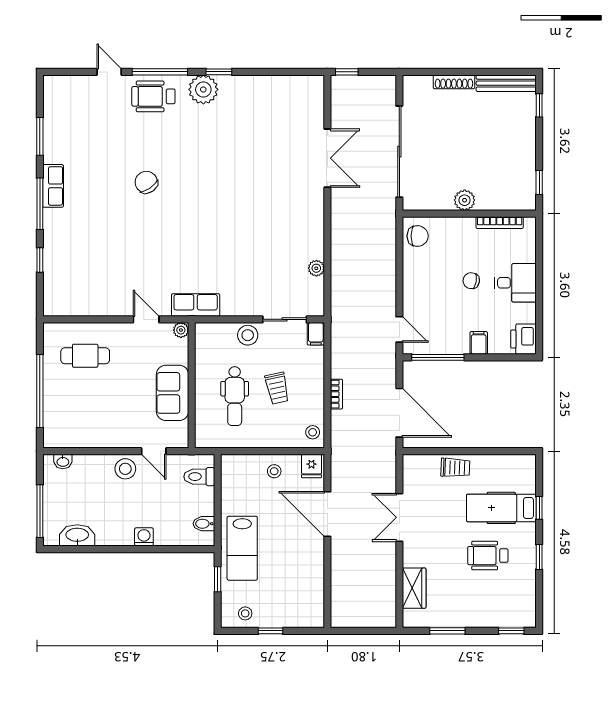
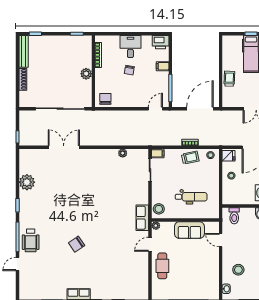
plant: (203, 89) -> (27, 182), moved
stool: (248, 335) -> (159, 209), moved
cafe table: (85, 356) -> (162, 266), moved
trolley: (277, 388) -> (190, 158), moved
door: (154, 451) -> (221, 240), swing flipped
stool: (125, 469) -> (238, 270), moved

